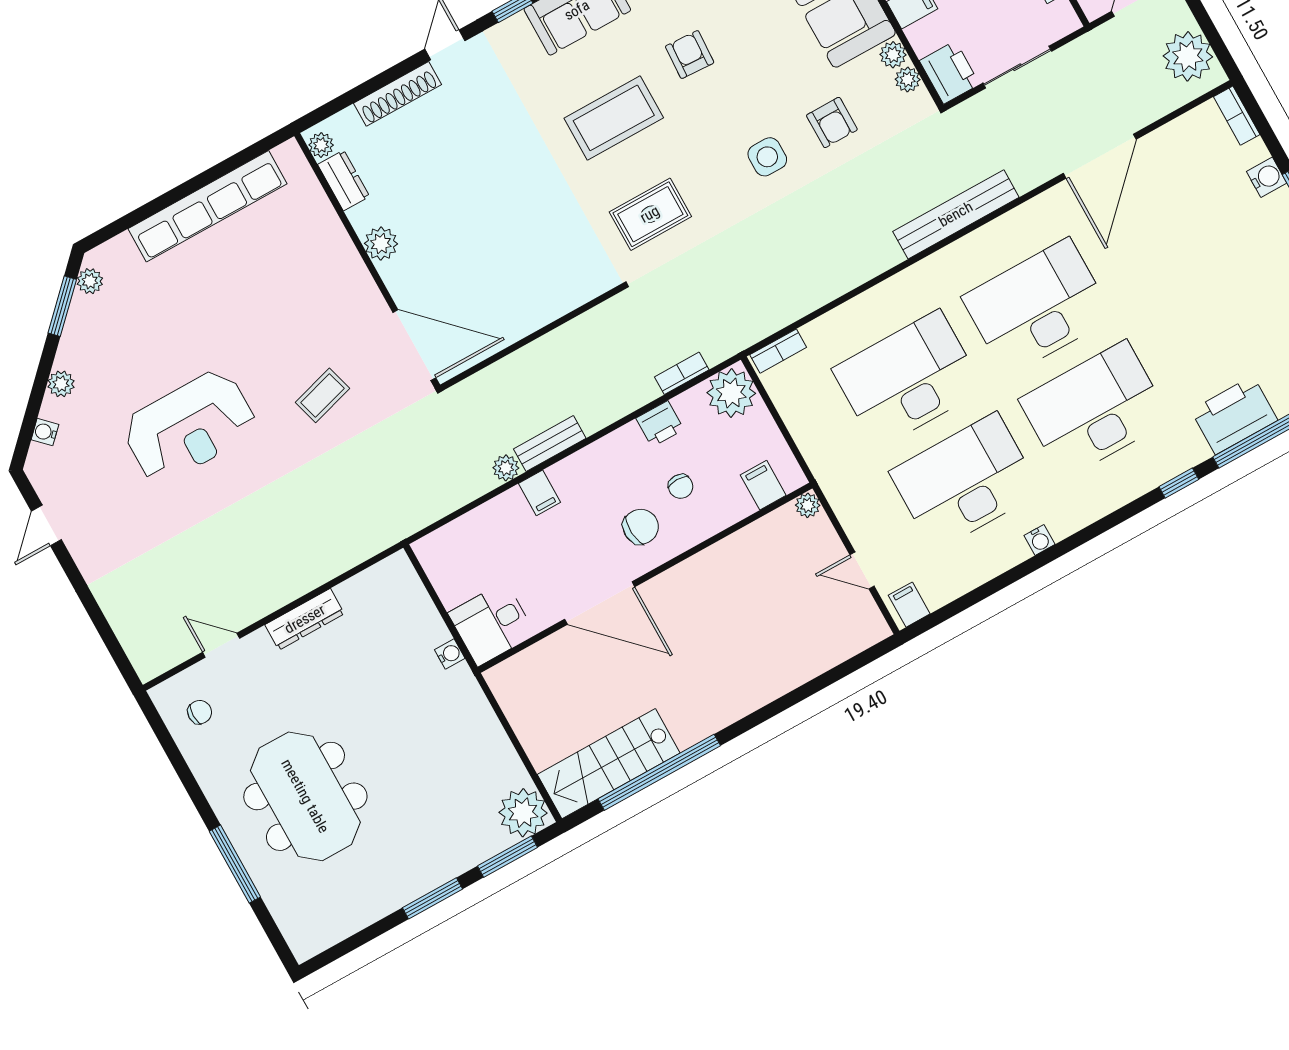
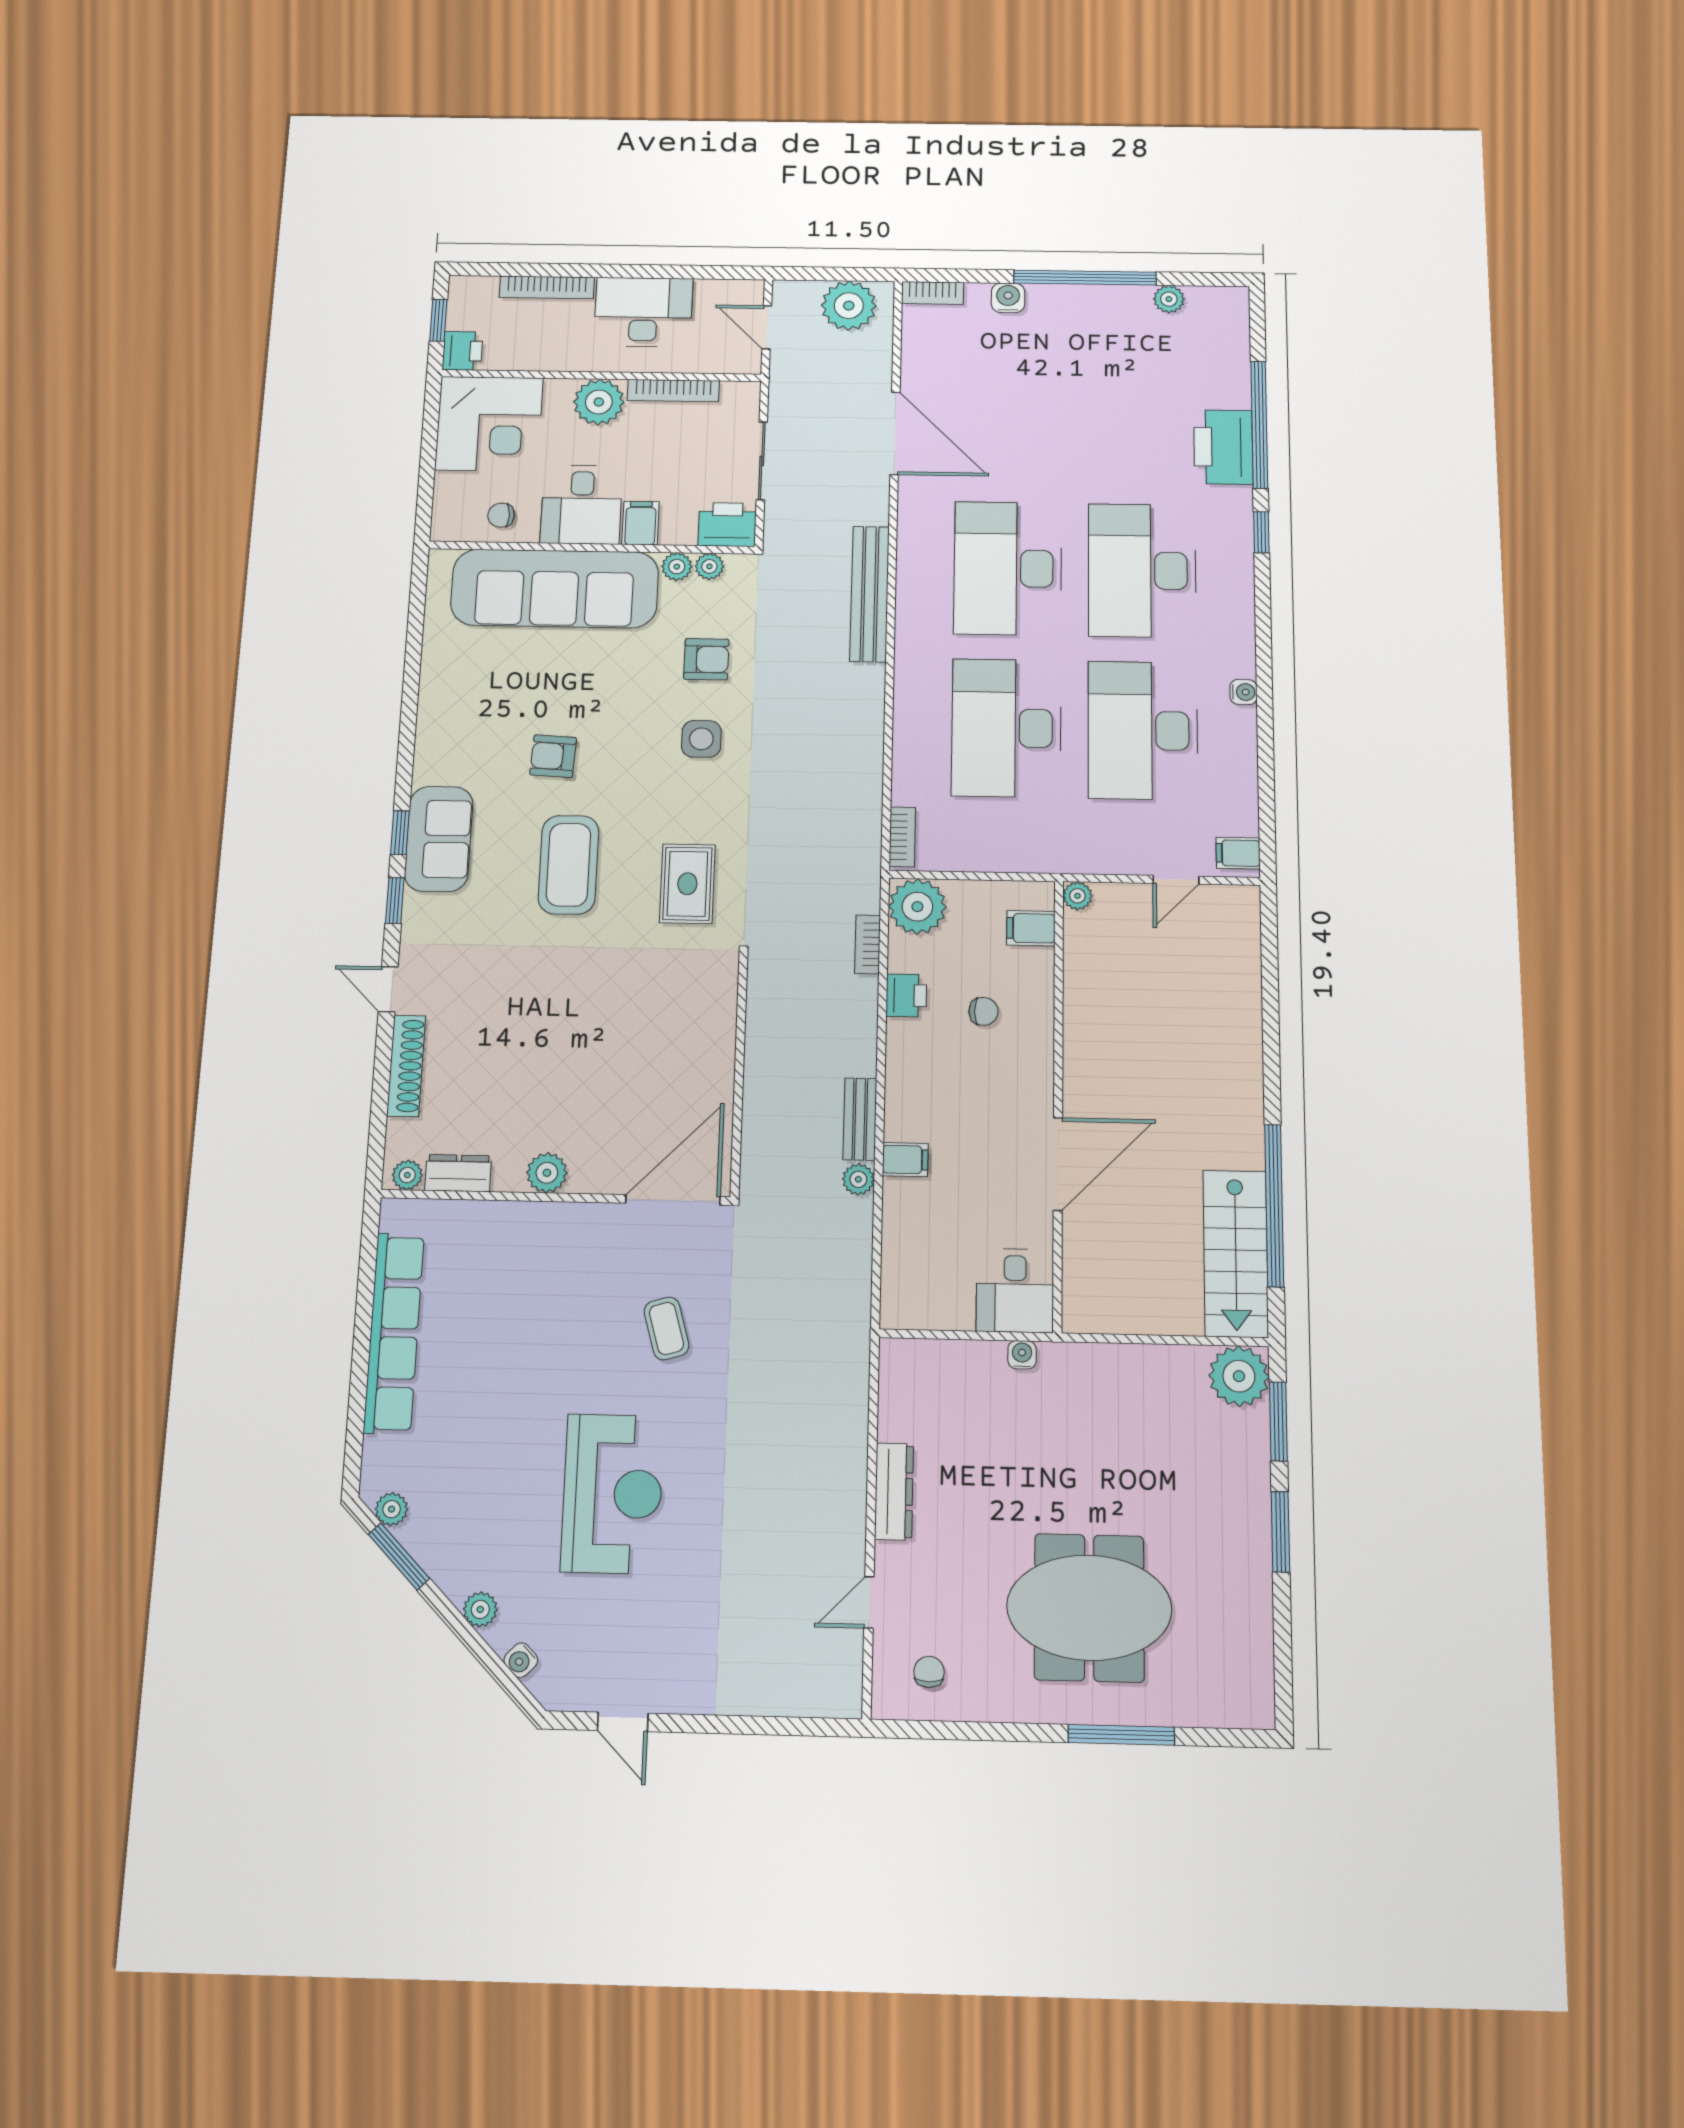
chair: (641, 527) -> (1002, 1076), removed

